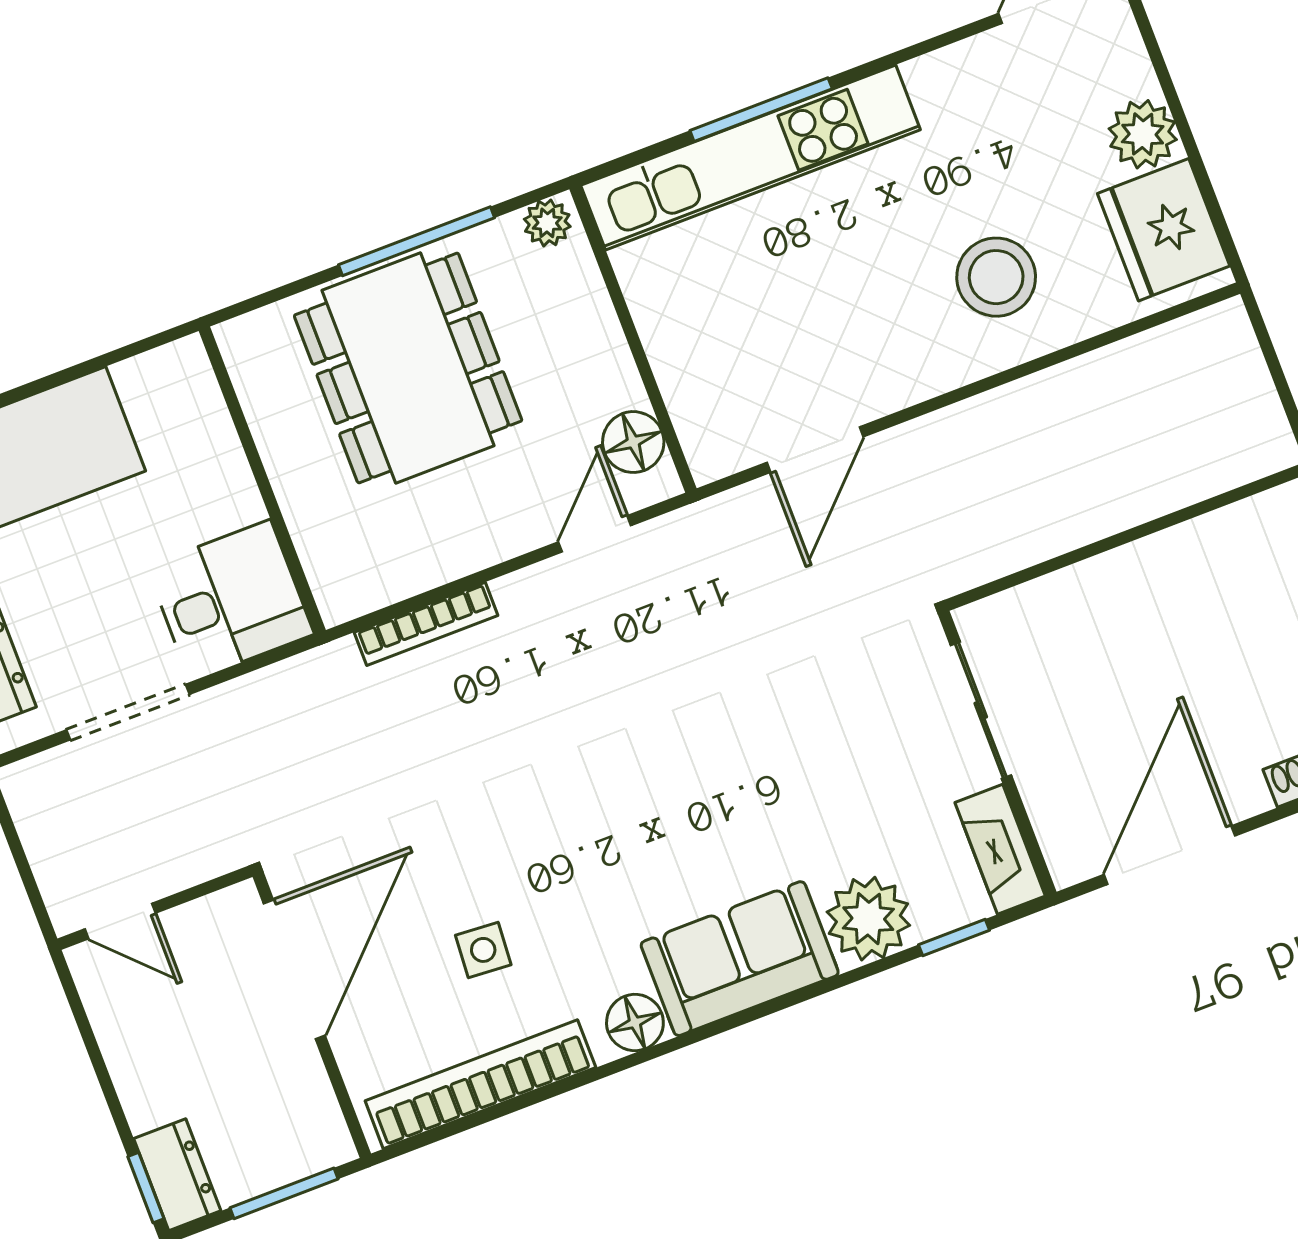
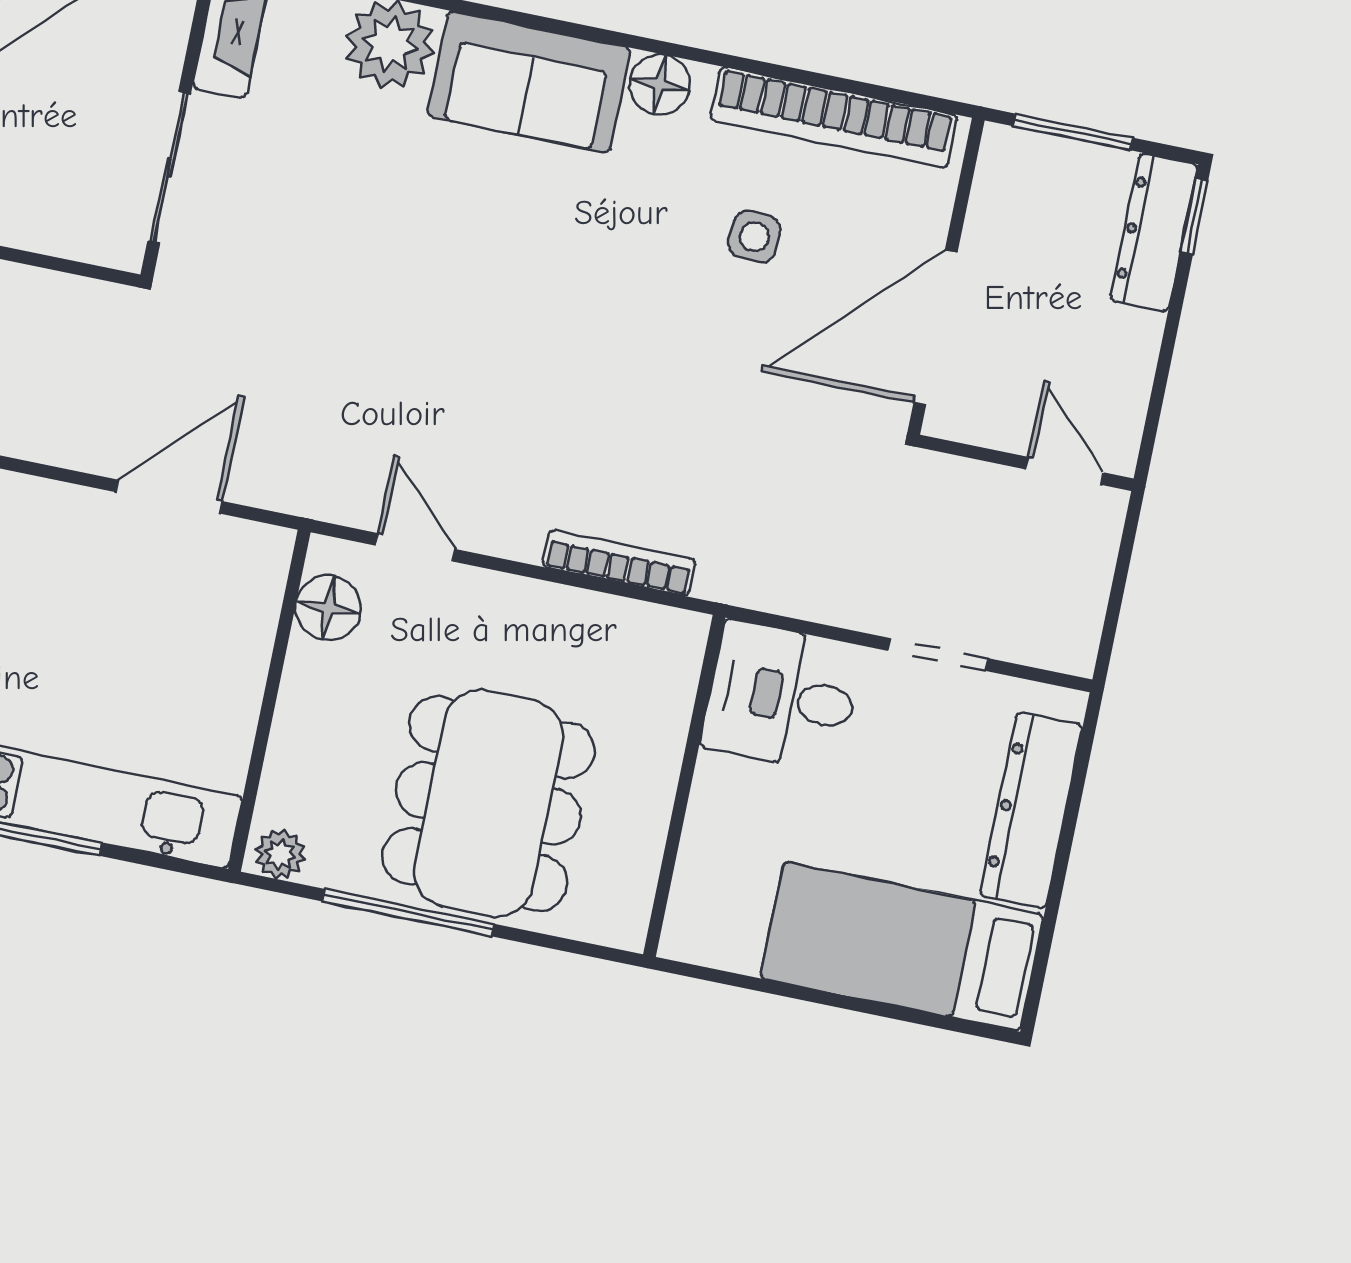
door: (595, 534) -> (416, 547), swing flipped
doorway: (128, 712) -> (938, 654), width x0.73
dresser: (177, 1175) -> (1154, 233), width x1.44

